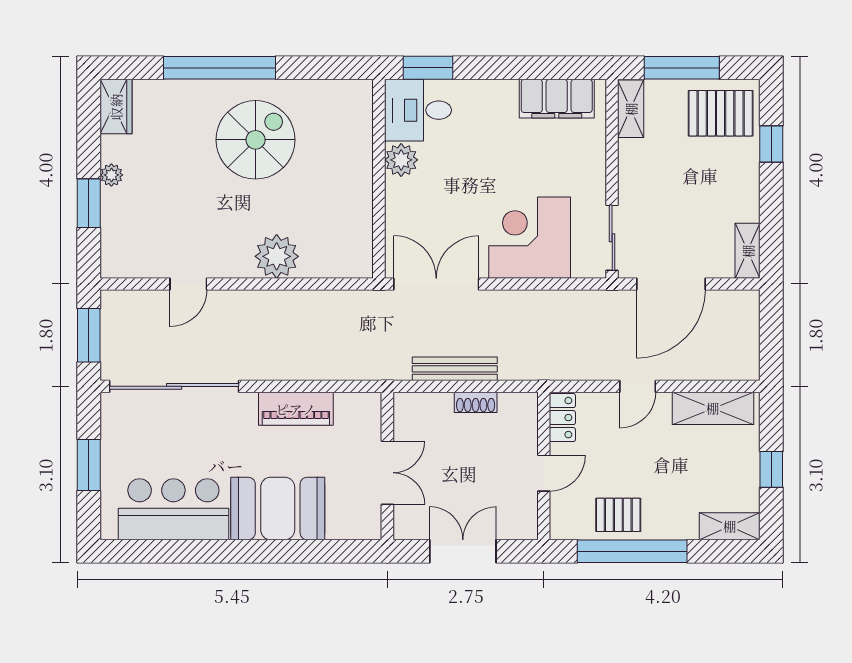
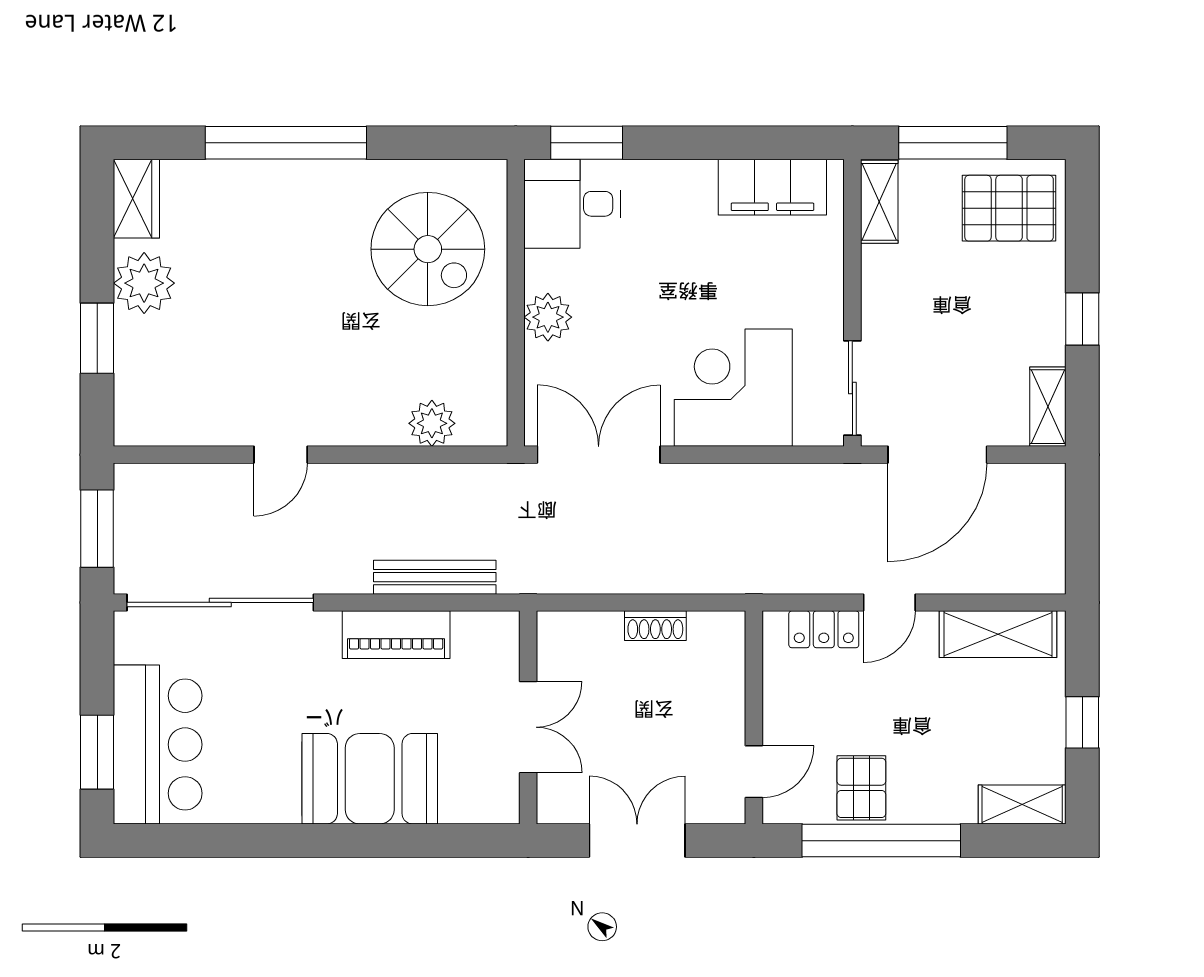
spiral stairs: (256, 140) -> (428, 249), moved, turned 90
window: (771, 144) -> (1082, 319), moved
plant: (401, 160) -> (548, 317), moved
plant: (111, 175) -> (144, 283), width x1.88, depth x1.88
plant: (277, 256) -> (432, 423), moved, width x0.73, depth x0.73
door: (188, 284) -> (281, 455), moved
bench: (455, 369) -> (435, 577), moved
locker: (562, 418) -> (824, 629), moved, turned 90
window: (89, 465) -> (97, 752), moved
door: (544, 473) -> (754, 772), moved
bar counter: (173, 509) -> (158, 745), moved, turned 90
pallet: (618, 515) -> (861, 788), turned 90

